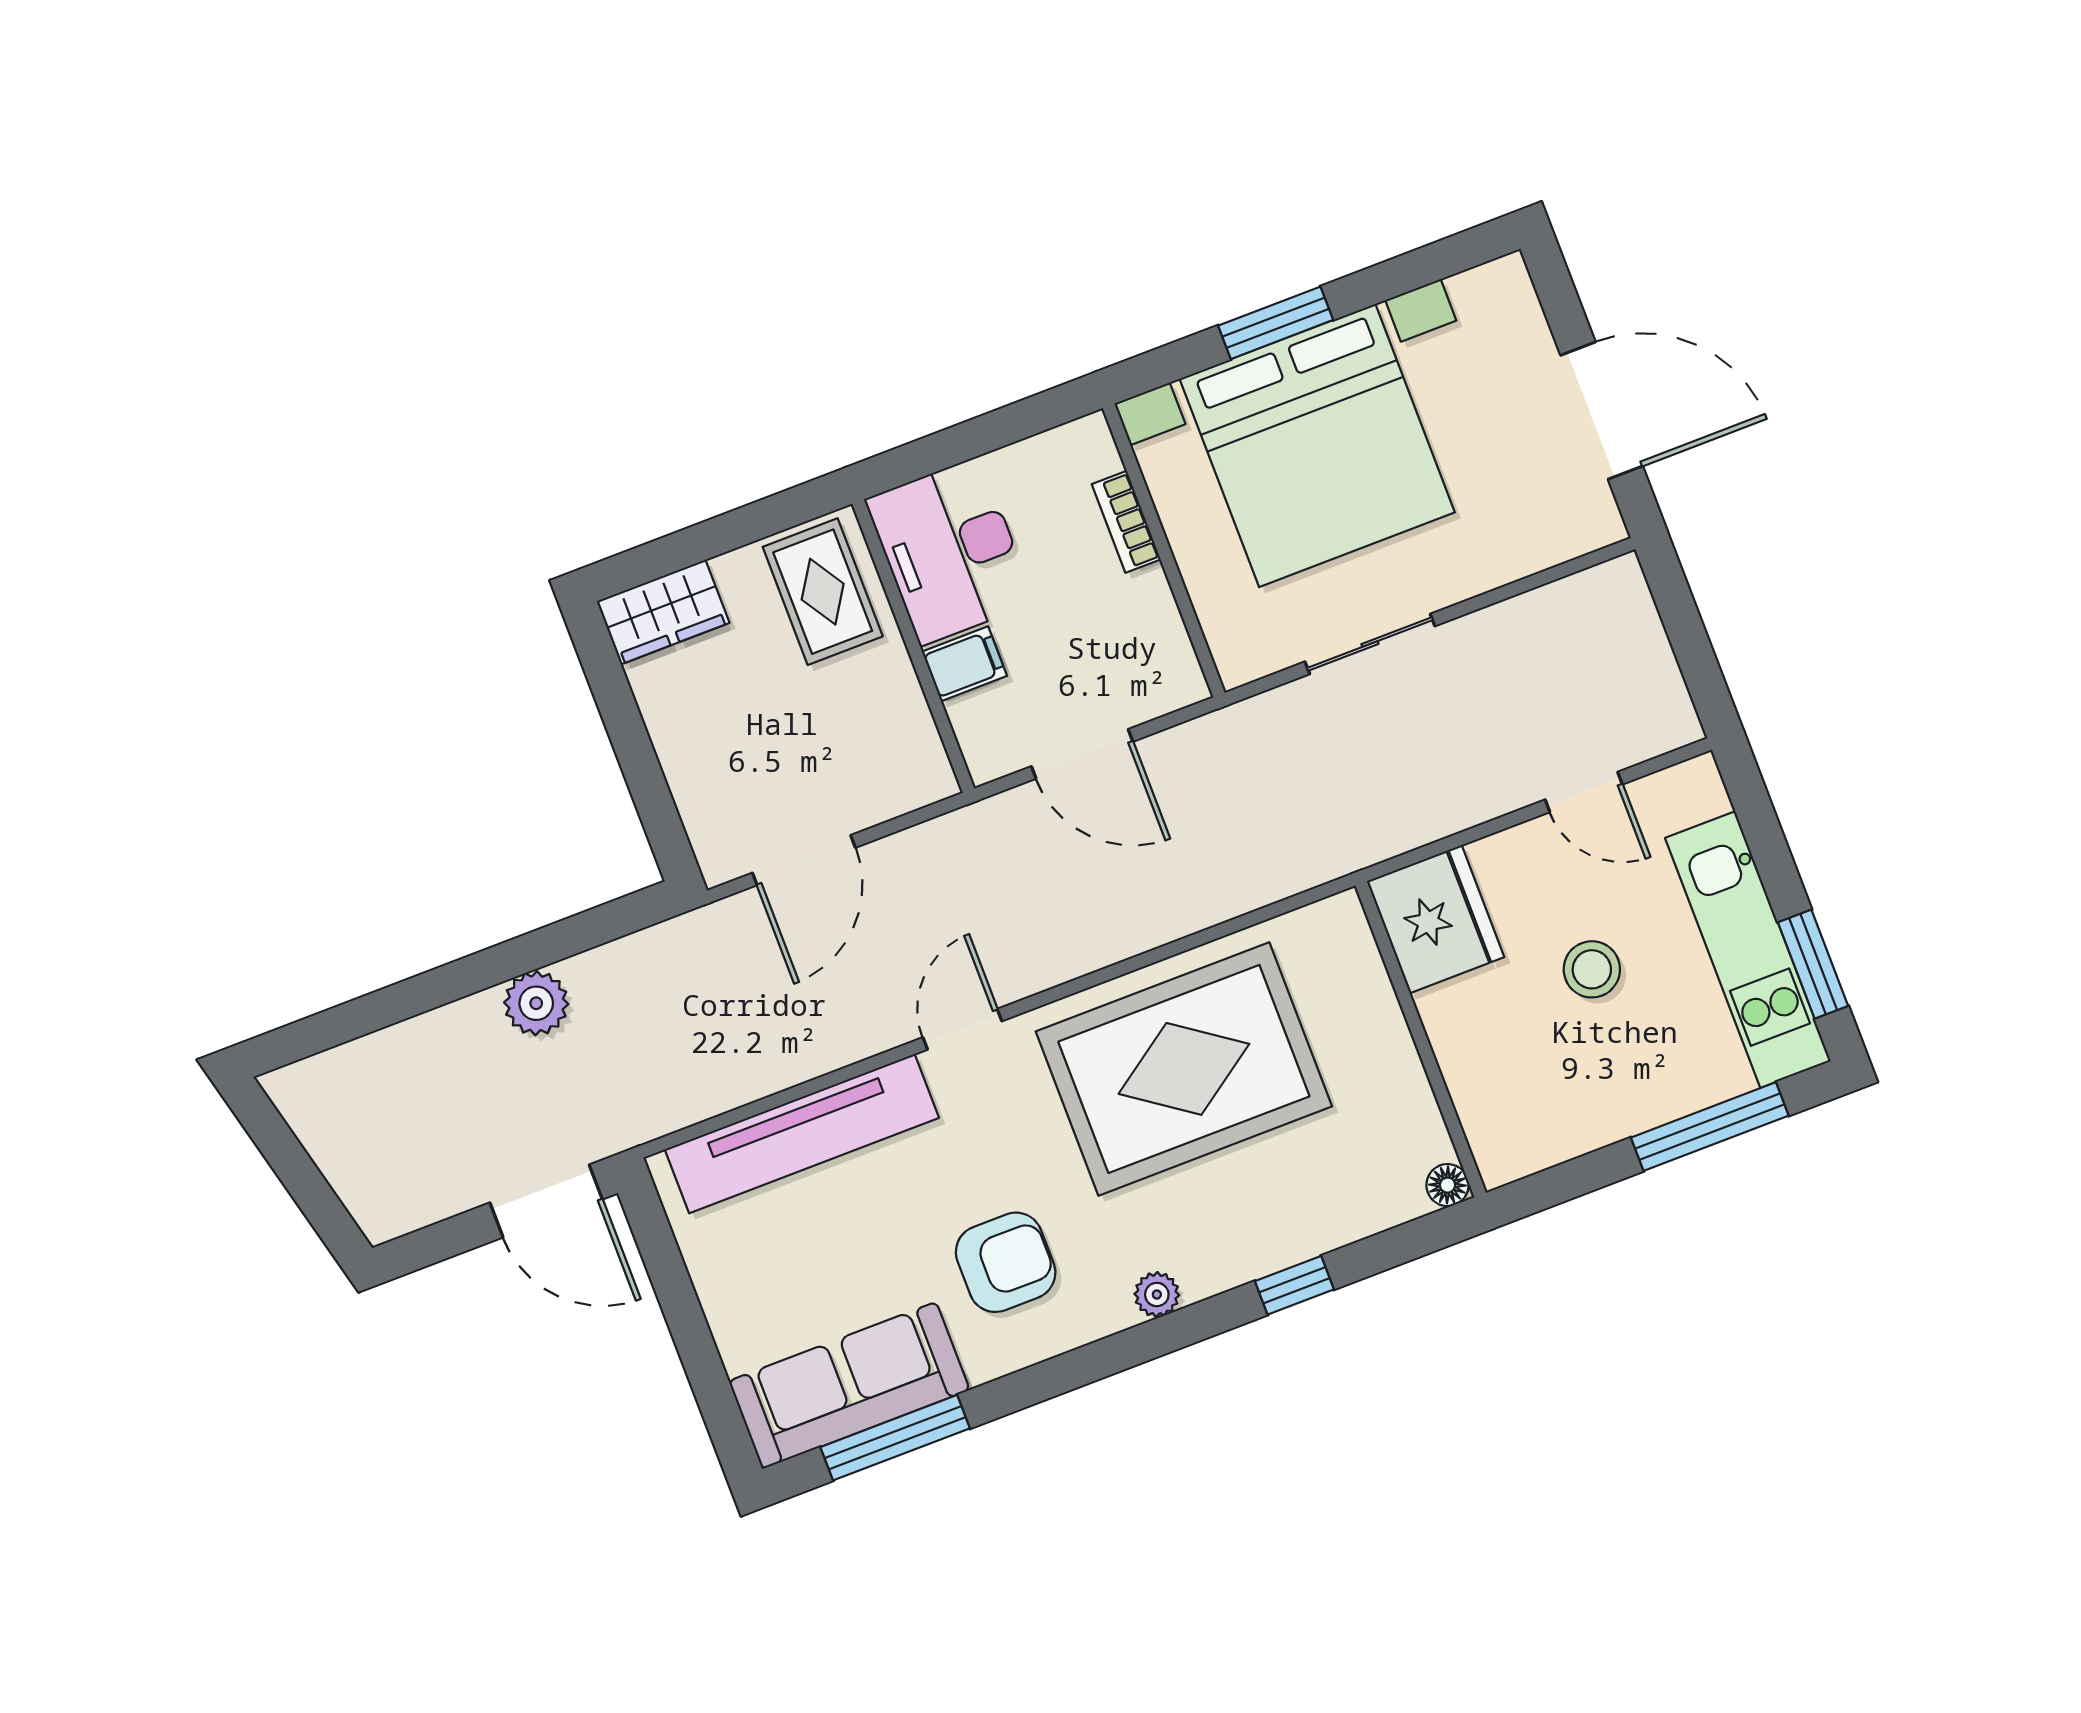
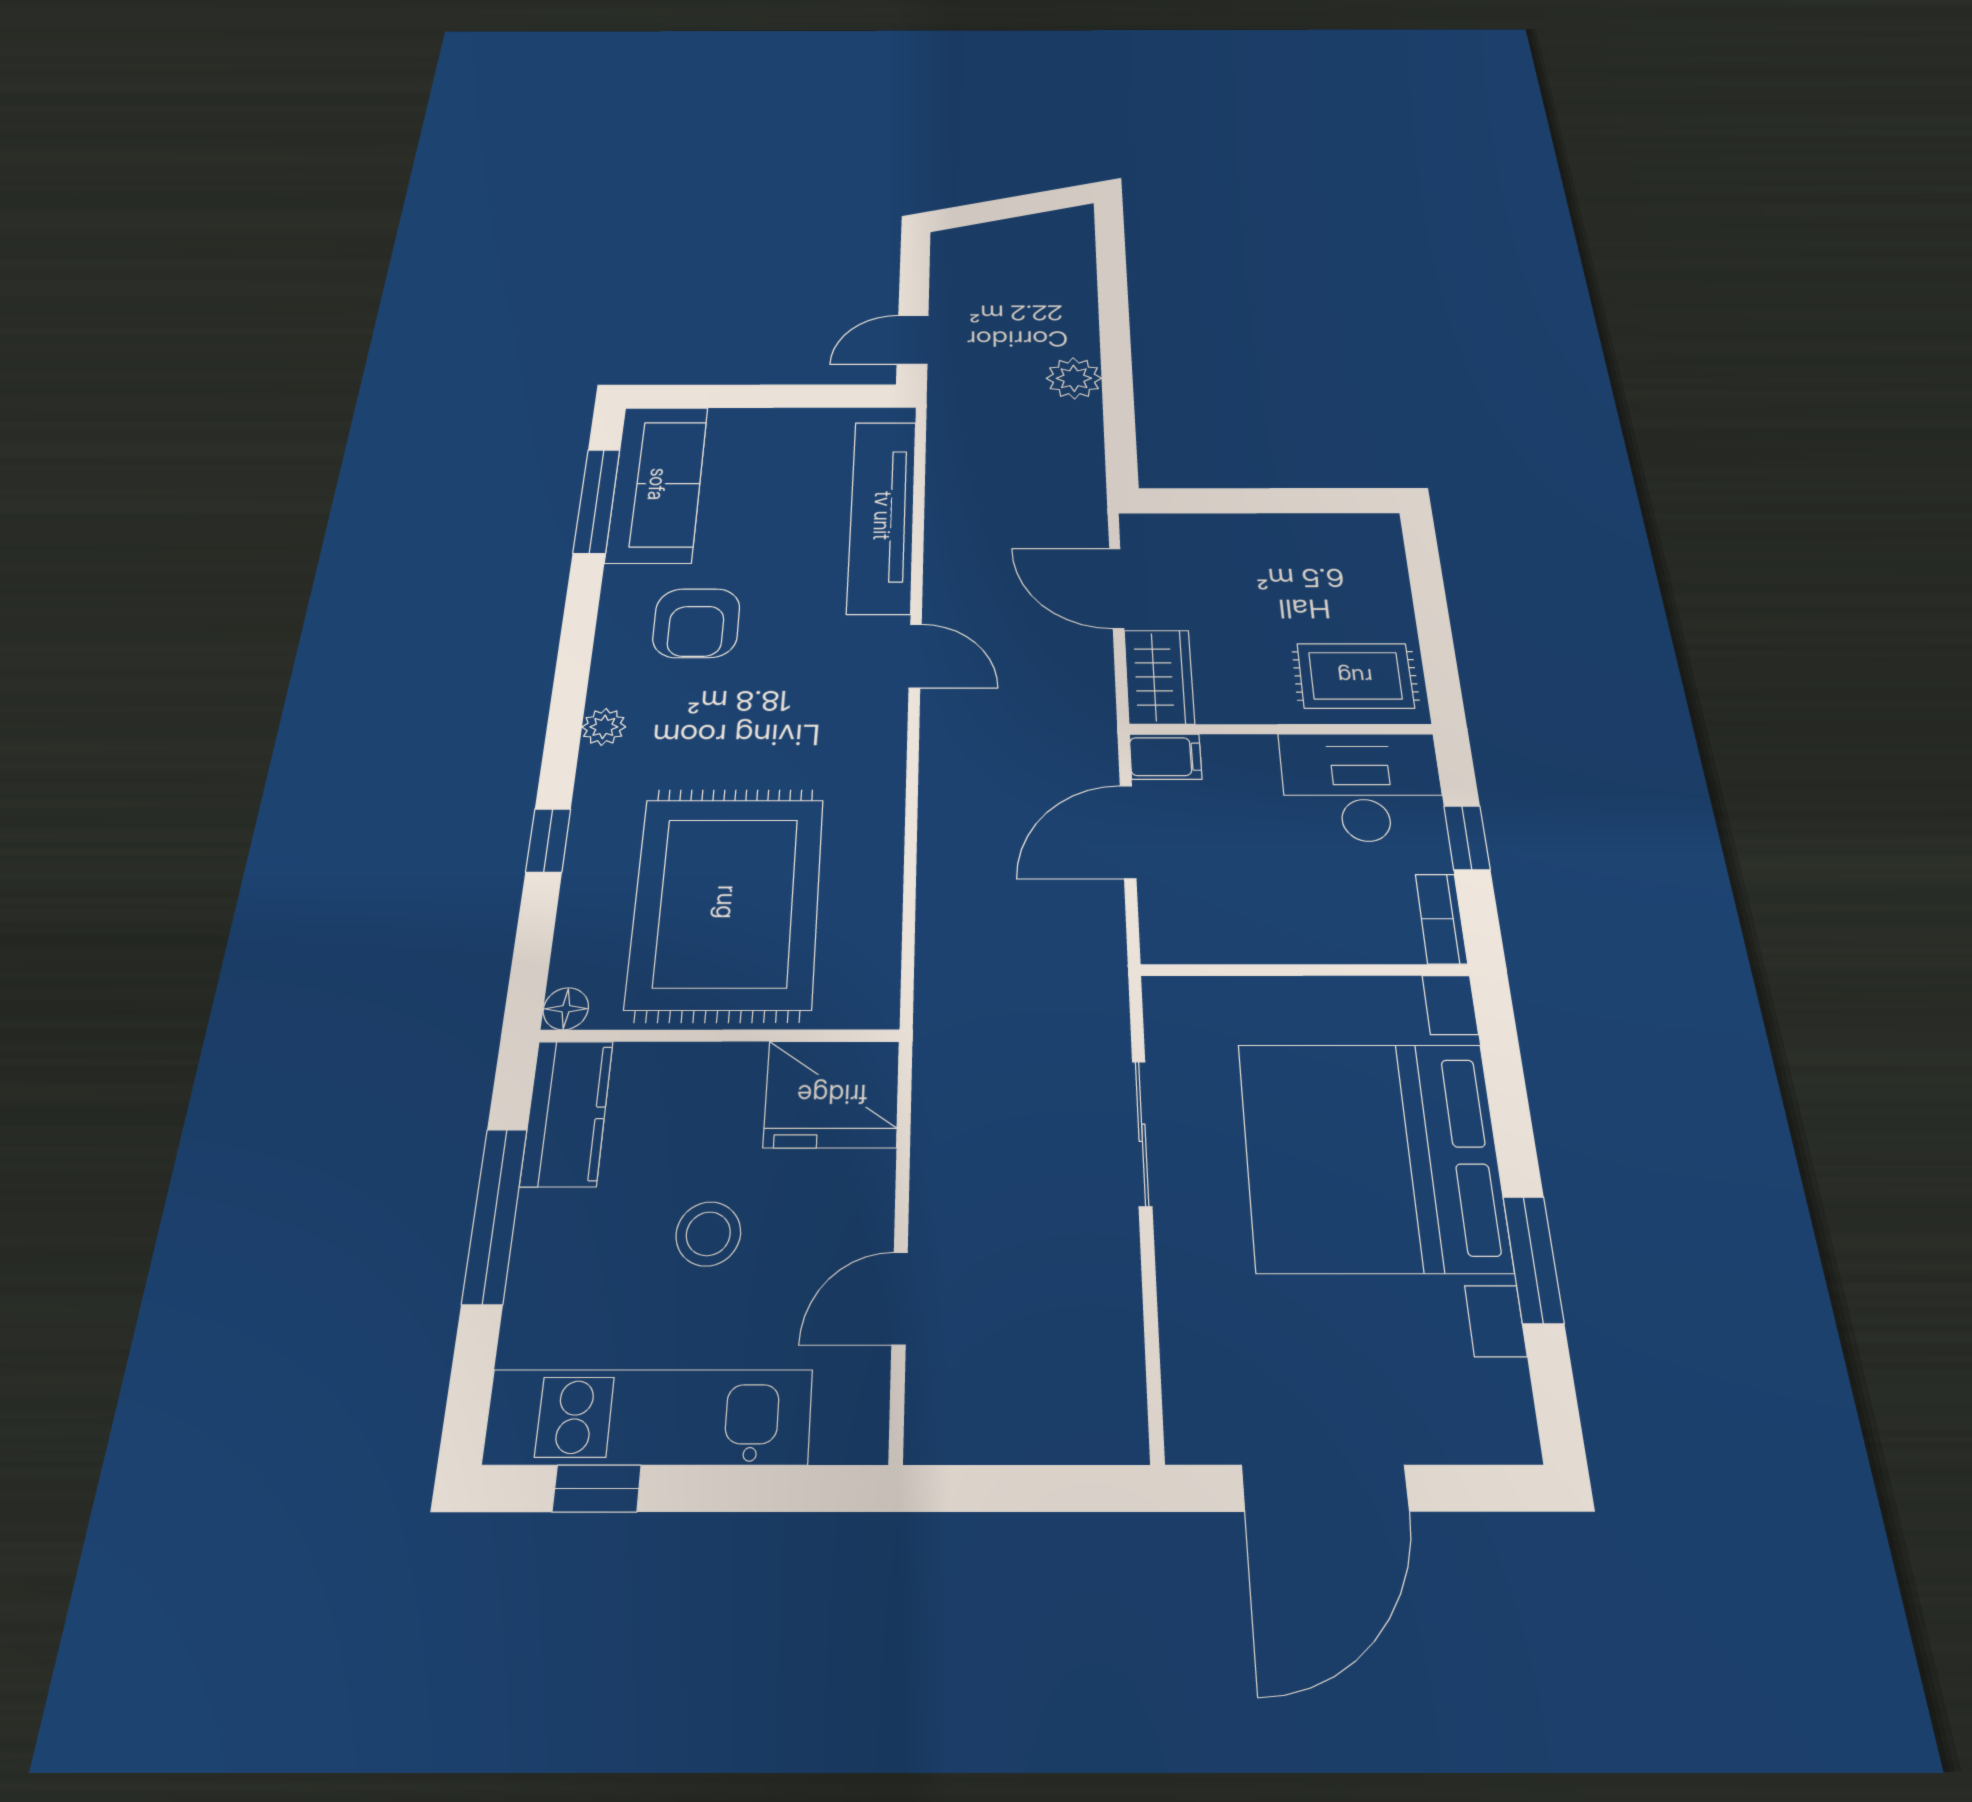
window: (1276, 323) -> (1533, 1259), moved
window: (970, 440) -> (1467, 838), added
bookcase: (1126, 522) -> (1441, 919), moved, turned -90
wardrobe: (663, 612) -> (1159, 677), moved, turned 180
filing cabinet: (964, 664) -> (1165, 757), moved, turned -90
window: (1813, 964) -> (597, 1489), width x0.67
rug: (1184, 1069) -> (726, 902), moved
window: (1710, 1127) -> (495, 1215), moved
kitchen counter: (1538, 1137) -> (567, 1113), added
door: (546, 1201) -> (913, 340), width x0.73

